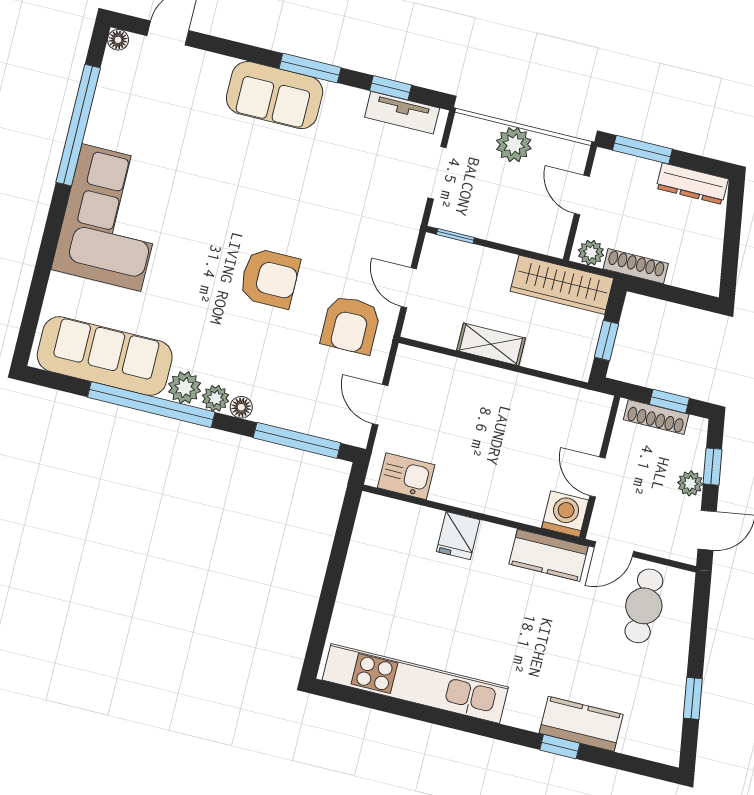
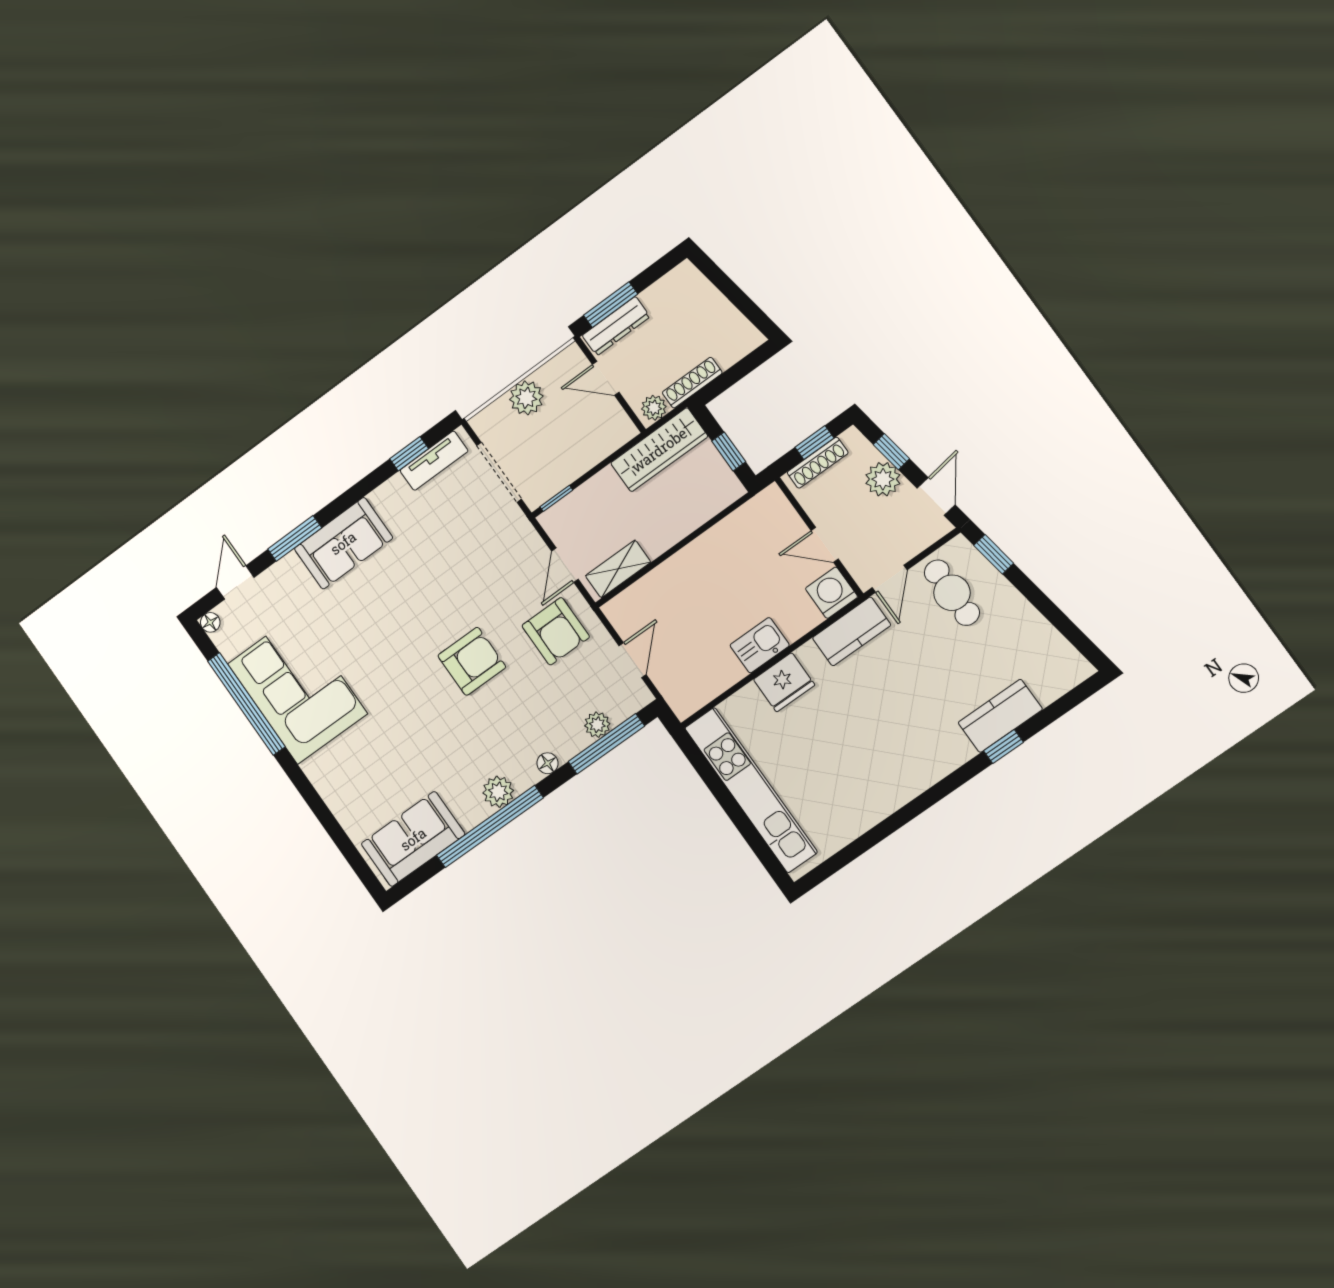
window: (310, 68) -> (295, 538), moved
doorway: (437, 173) -> (499, 472), width x1.38
dresser: (692, 184) -> (616, 326), moved
corner sofa: (111, 218) -> (297, 689), moved
door: (409, 288) -> (565, 565), hinge flipped
shelving: (491, 344) -> (618, 569), moved
sofa: (105, 356) -> (413, 839), width x0.73
plant: (216, 398) -> (597, 725), moved
door: (380, 405) -> (633, 660), swing flipped
kitchen sink: (406, 476) -> (760, 645), moved
plant: (690, 483) -> (883, 479), width x1.38, depth x1.38
fridge: (458, 536) -> (784, 682), width x1.38
kitchen unit: (415, 683) -> (751, 790), moved, turned 90
window: (693, 698) -> (994, 554), moved

